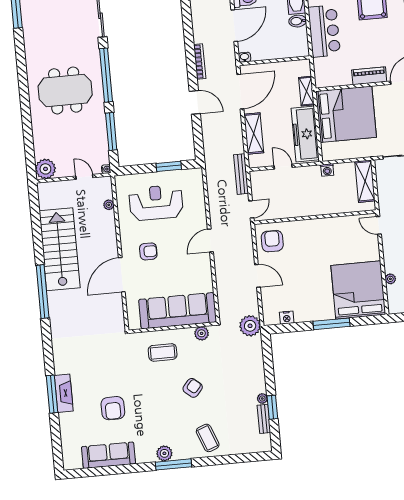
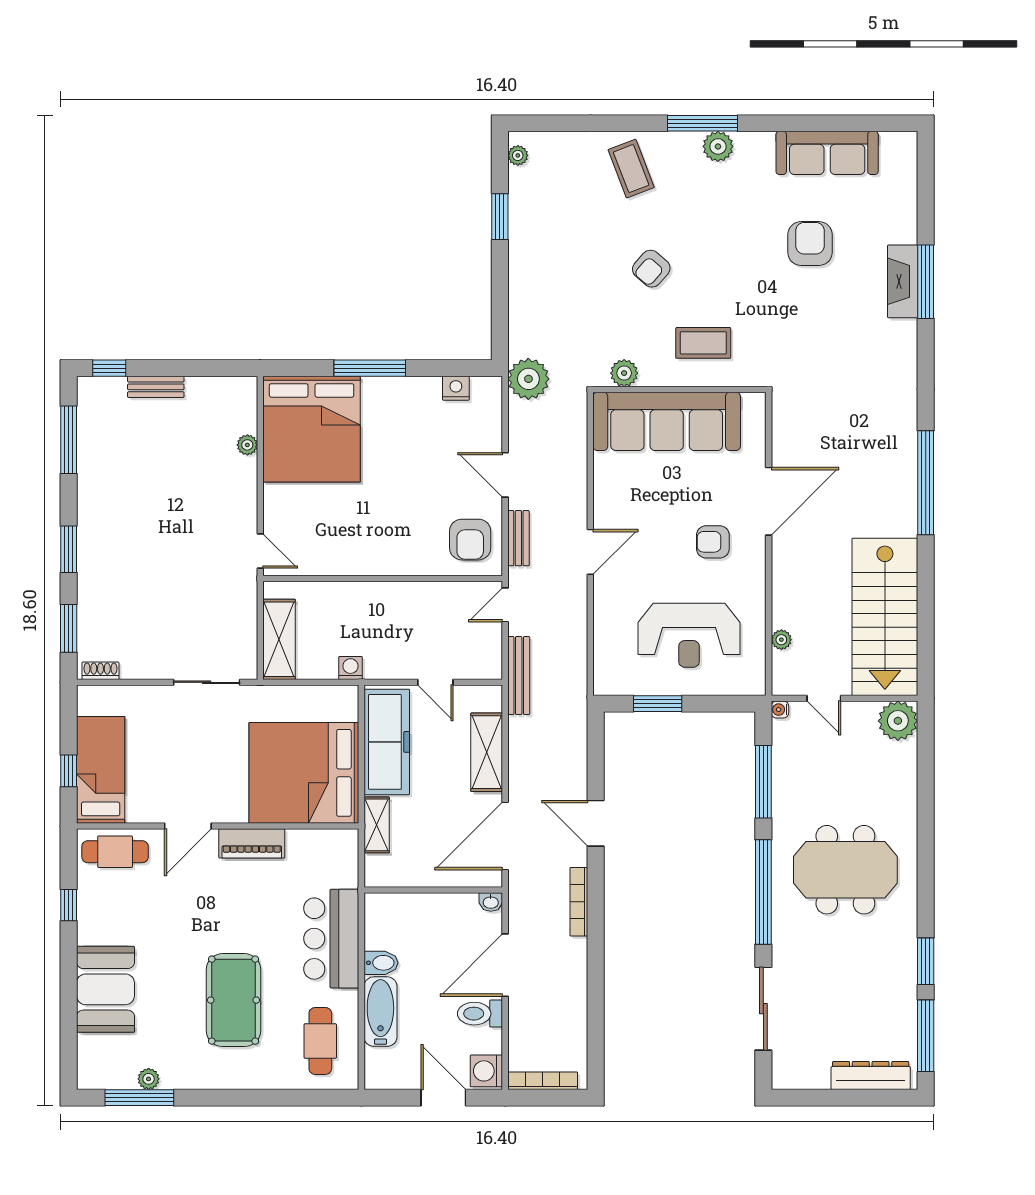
window: (20, 48) -> (926, 961), added
stairs: (60, 249) -> (885, 617), moved
plant: (262, 399) -> (518, 155), moved
bench: (264, 419) -> (518, 538), moved

